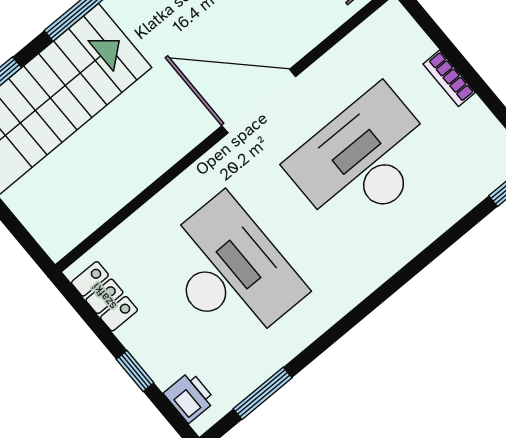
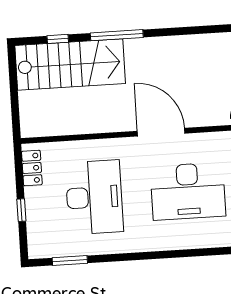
desk: (364, 160) -> (188, 191), turned 180
printer: (190, 397) -> (37, 239), removed

